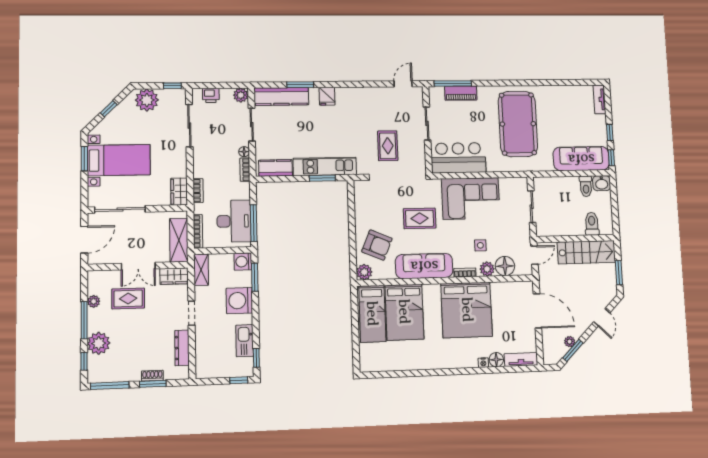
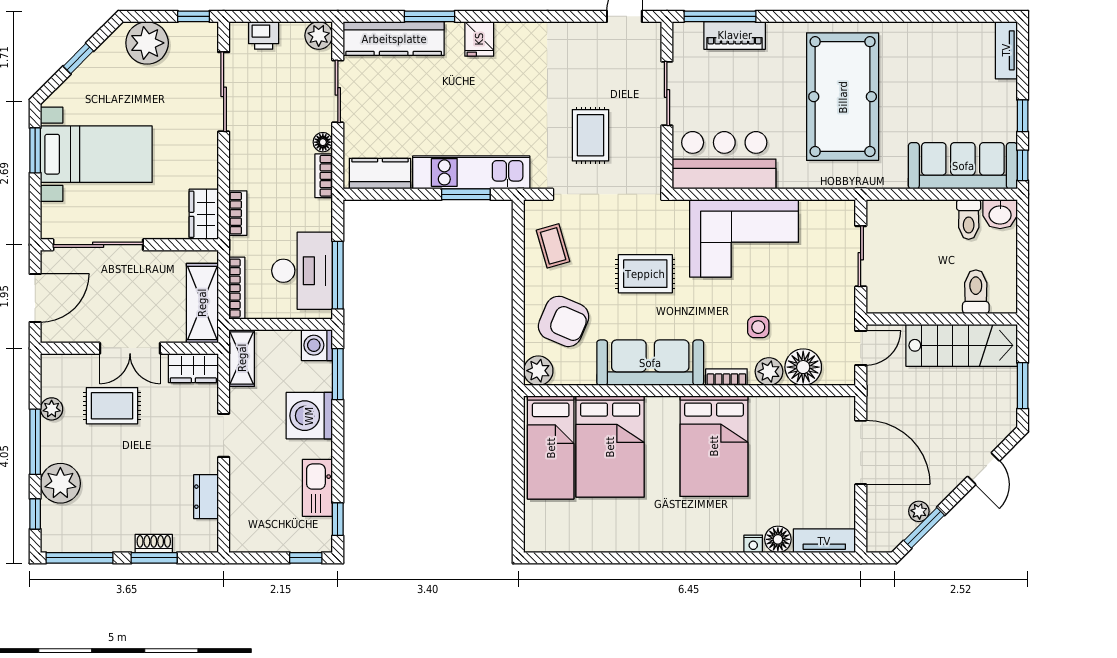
coffee table: (370, 205) -> (553, 246), added
bed: (467, 310) -> (714, 446), width x0.73
dresser: (182, 348) -> (206, 497), width x0.70

